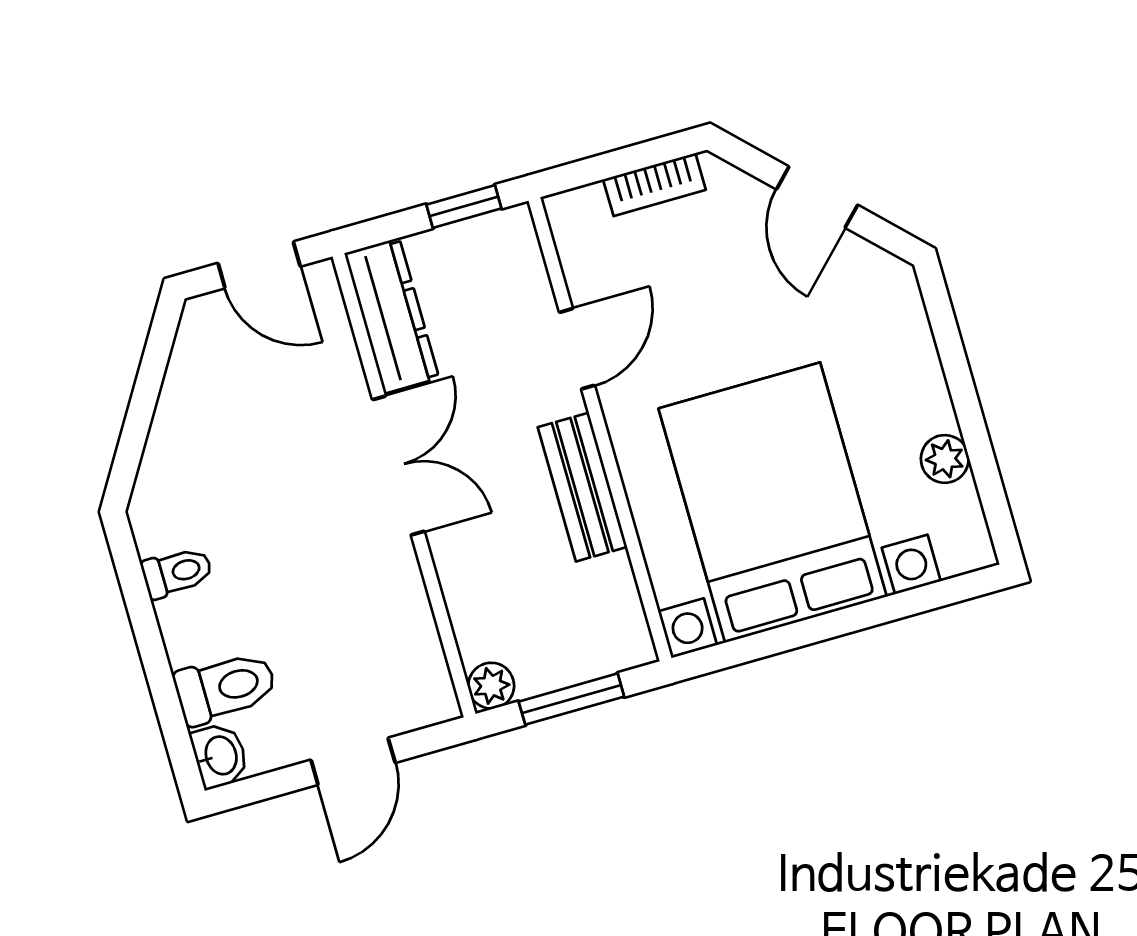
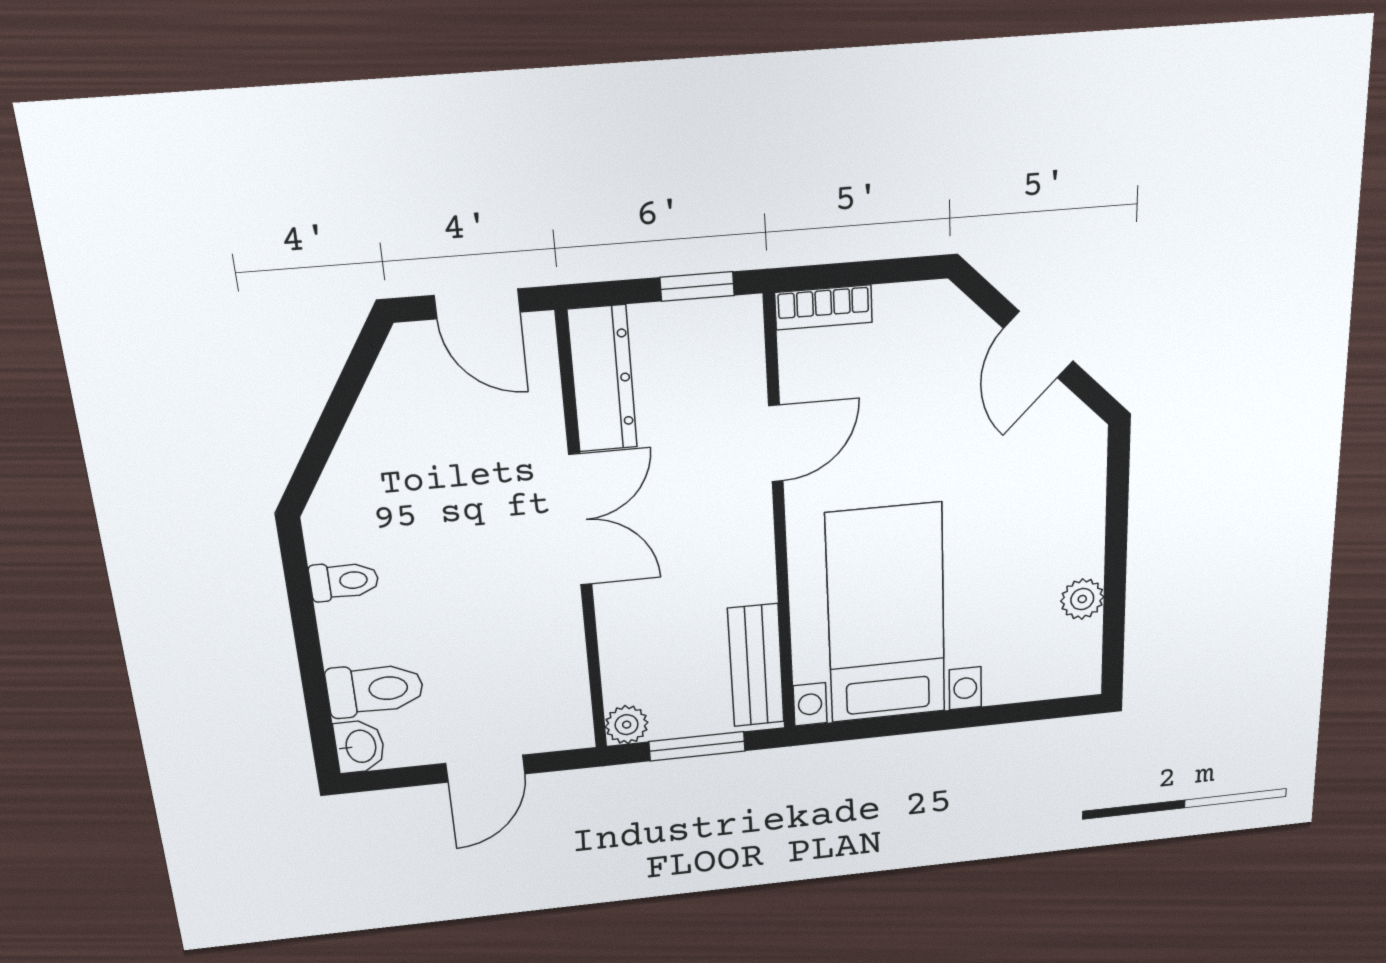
bookcase: (654, 185) -> (824, 307), moved
bench: (582, 487) -> (756, 666), moved
bed with nightstands: (773, 503) -> (886, 614), width x0.73

